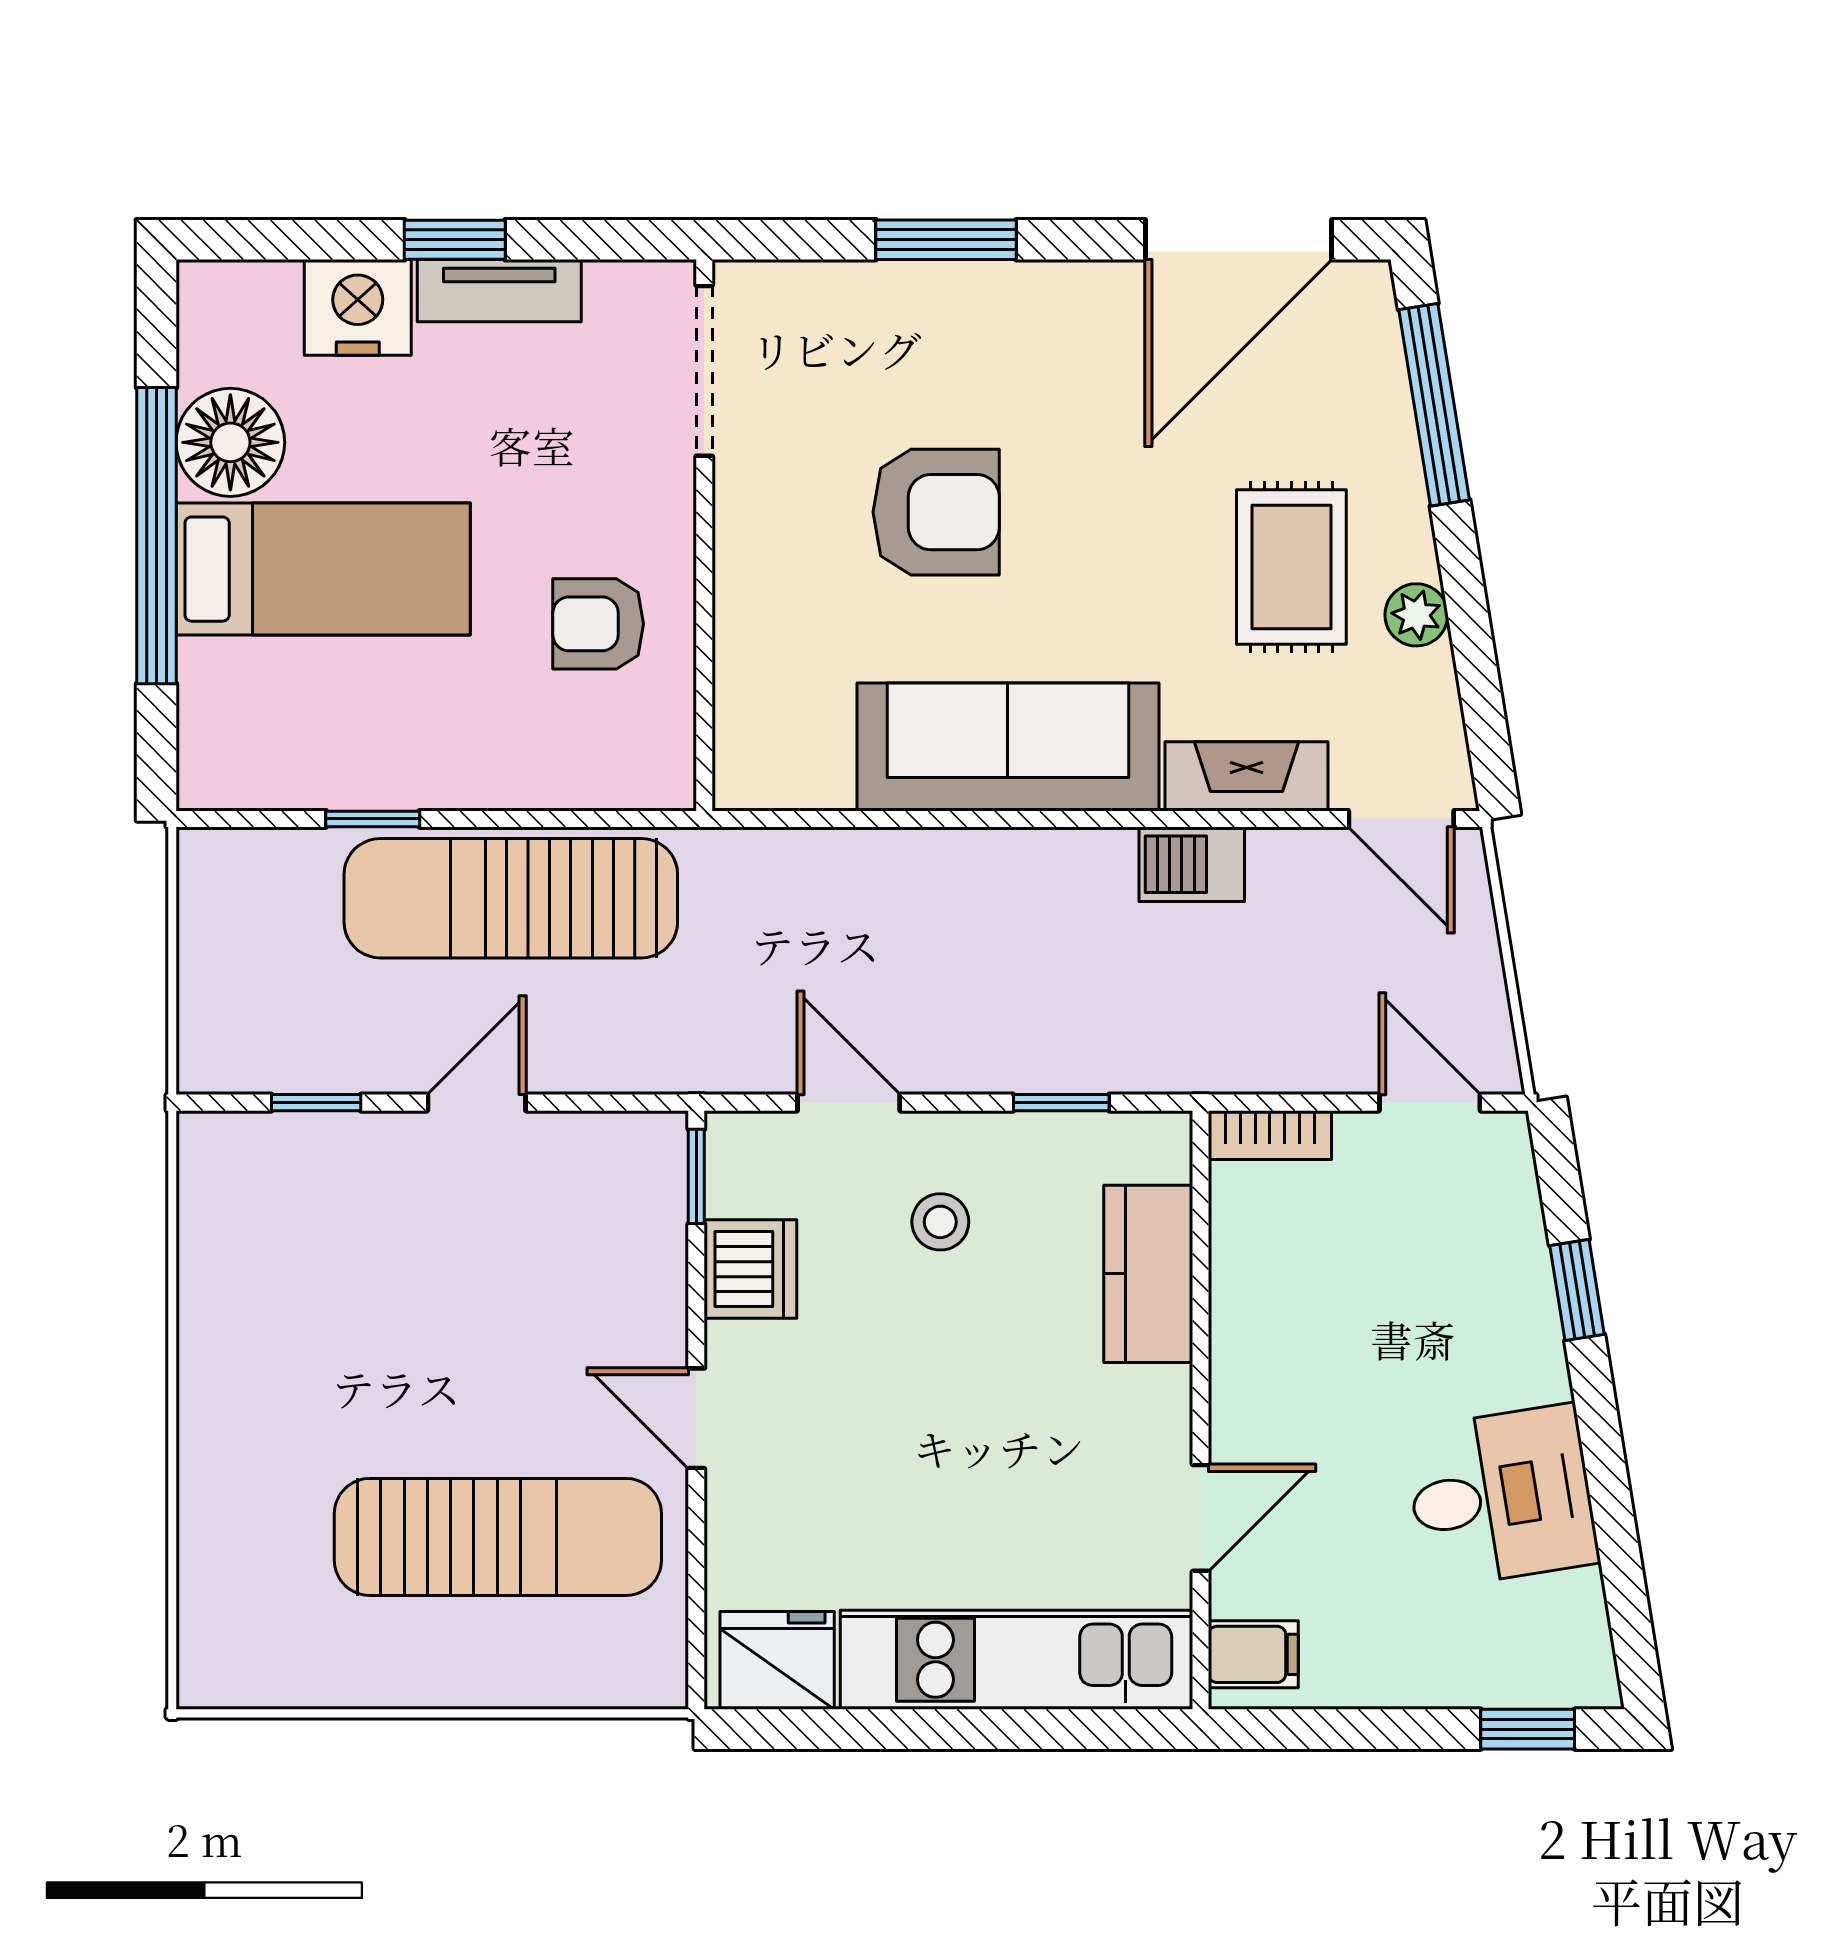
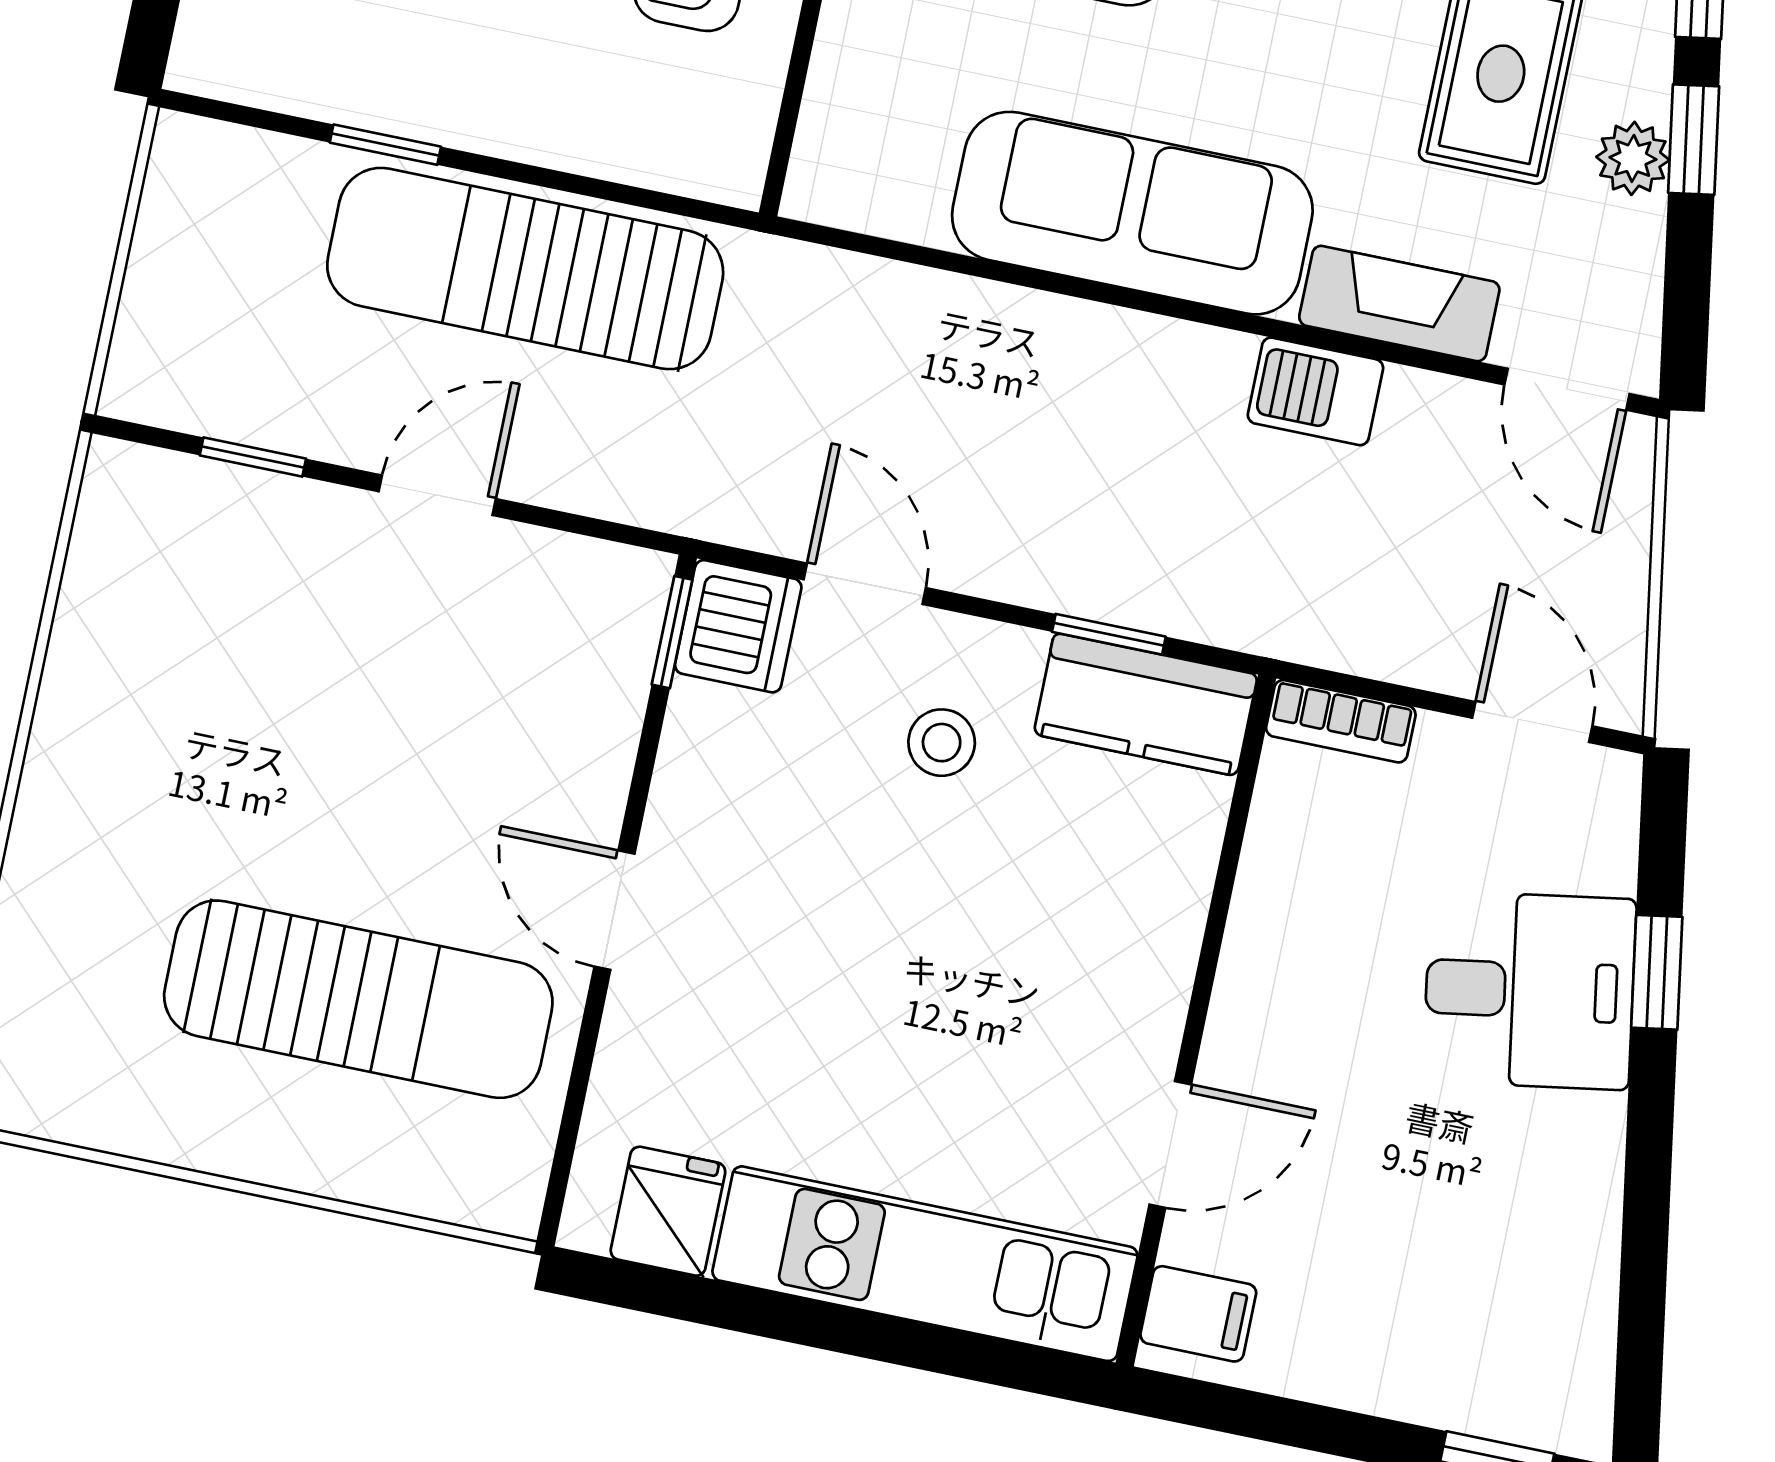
window: (1464, 589) -> (1694, 140), added
dishwasher: (750, 1269) -> (738, 626), moved
kitchen counter: (1148, 1274) -> (1146, 704), moved, turned -90
desk: (1501, 1496) -> (1530, 990), moved
fridge: (777, 1660) -> (668, 1211), width x0.72

